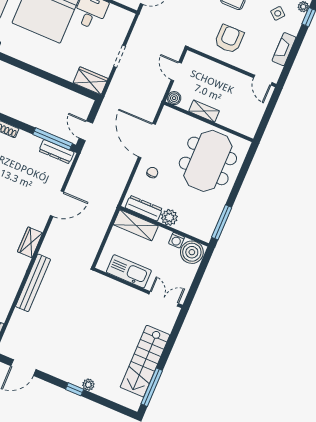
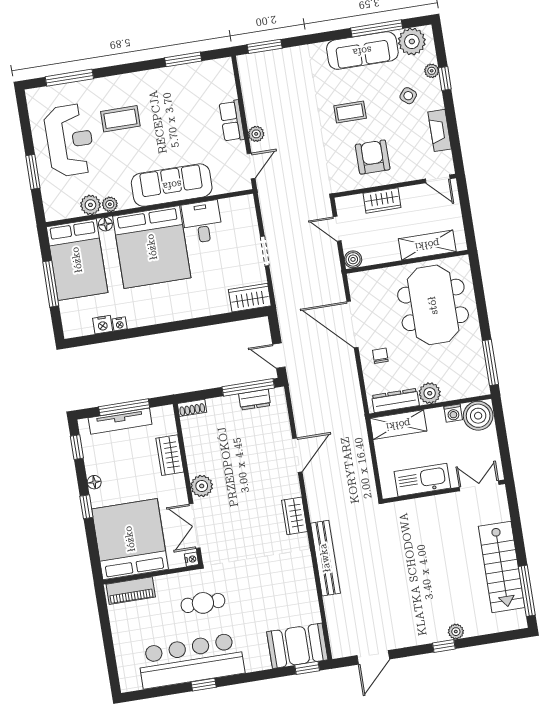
wardrobe: (217, 71) -> (382, 200), added
shelving: (204, 111) -> (427, 245), moved, width x1.50, depth x1.33
dresser: (56, 152) -> (255, 400), width x0.70

